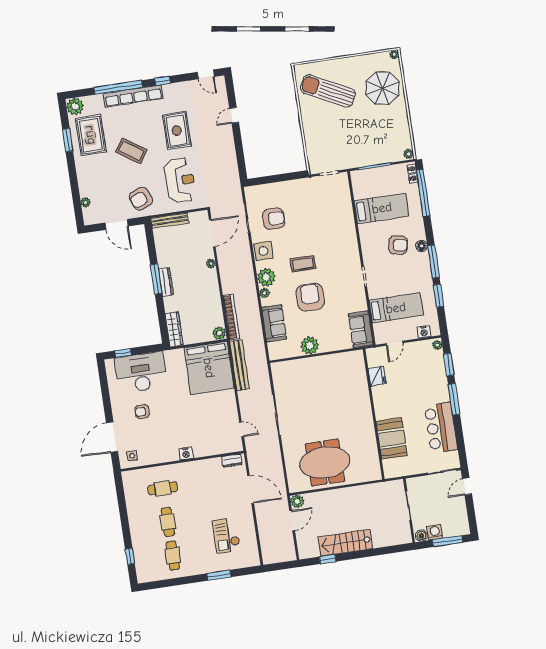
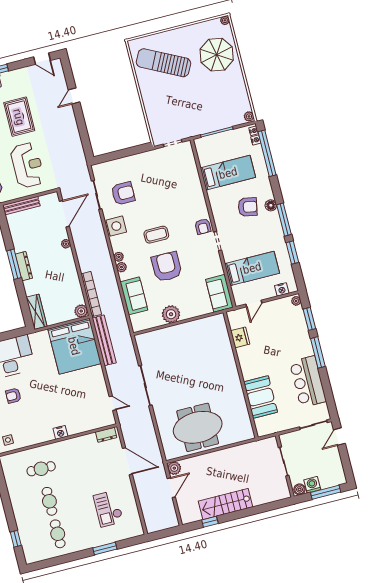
armchair: (351, 260) -> (203, 226), added
plant: (266, 277) -> (119, 257), width x0.53, depth x0.53

